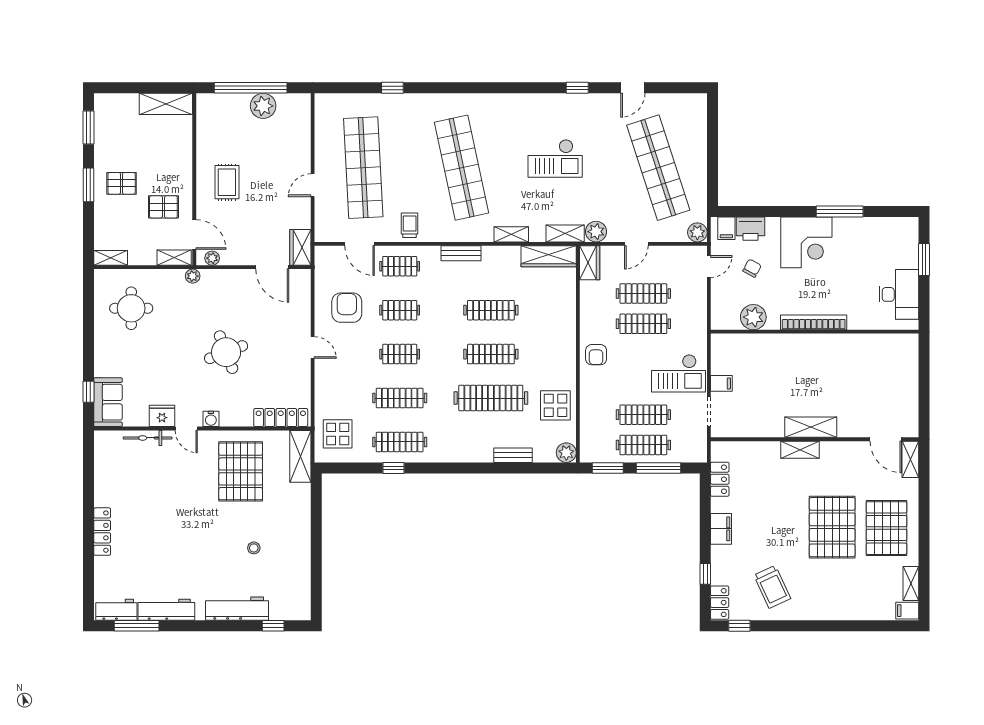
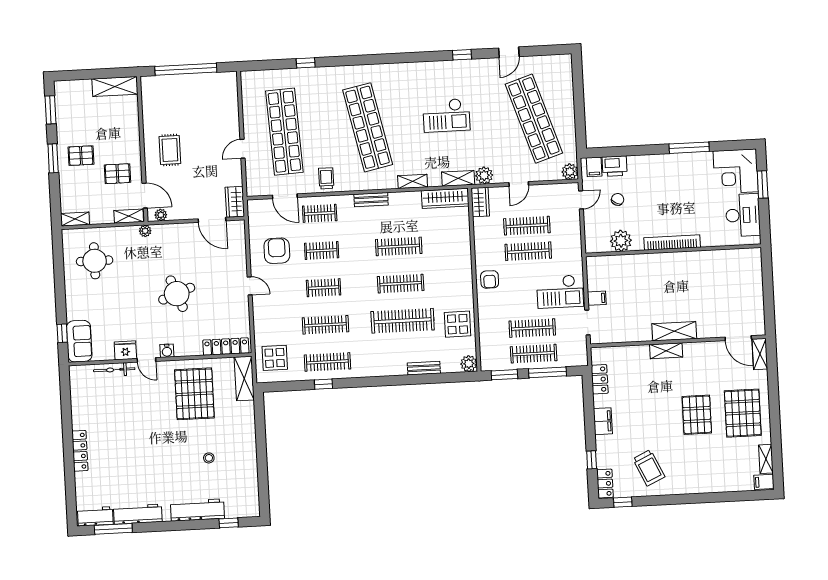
plant: (263, 106) -> (197, 84), removed
corner desk: (806, 242) -> (736, 171), moved, turned 90
pallet: (832, 527) -> (697, 415), width x0.73, depth x0.71

